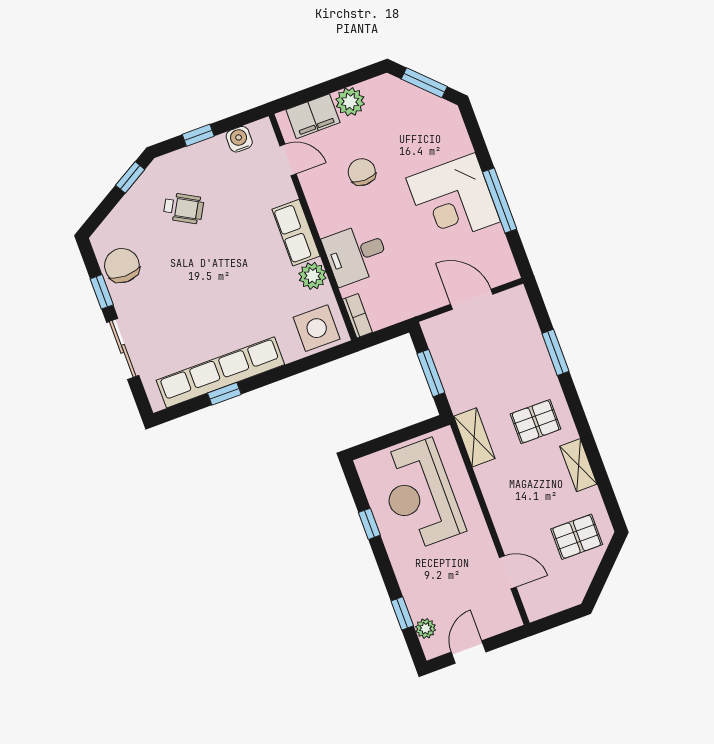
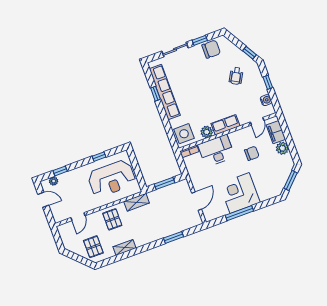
desk: (356, 254) -> (216, 151), width x1.37
pallet: (536, 422) -> (112, 219), moved
reception desk: (420, 495) -> (112, 179), turned 180

